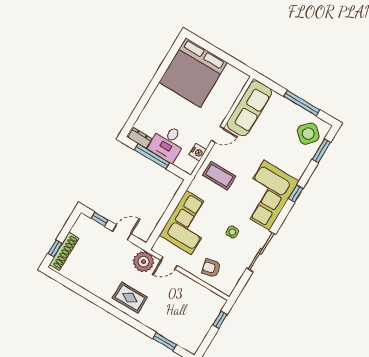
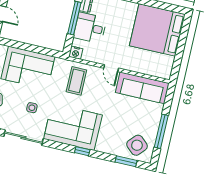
nightstand: (198, 152) -> (76, 53), moved

